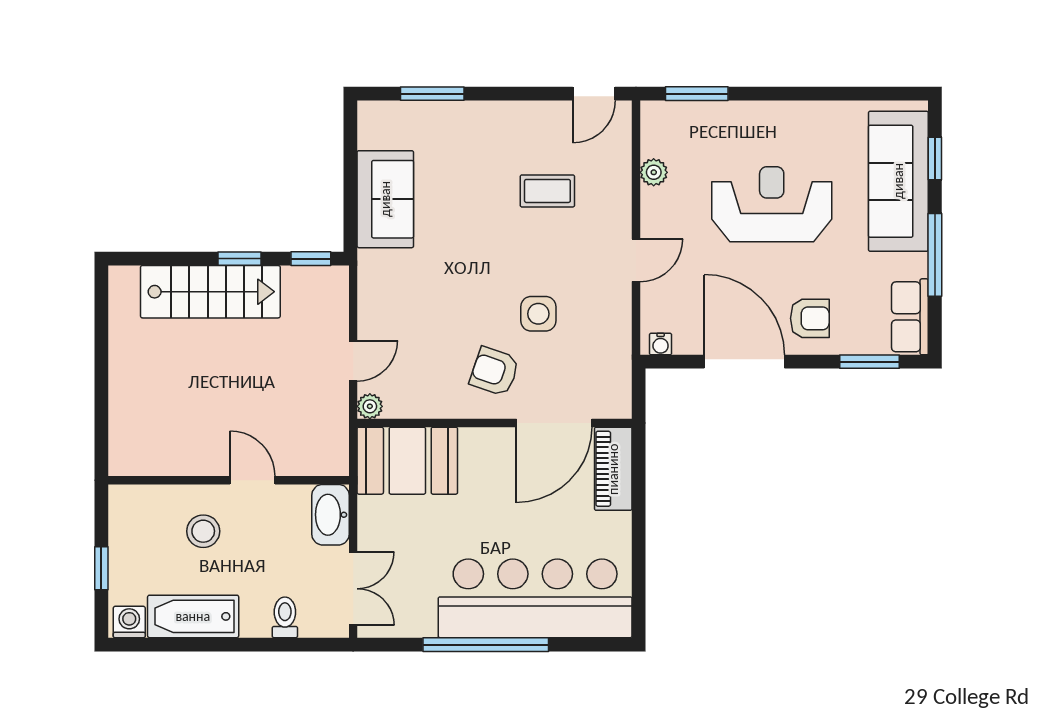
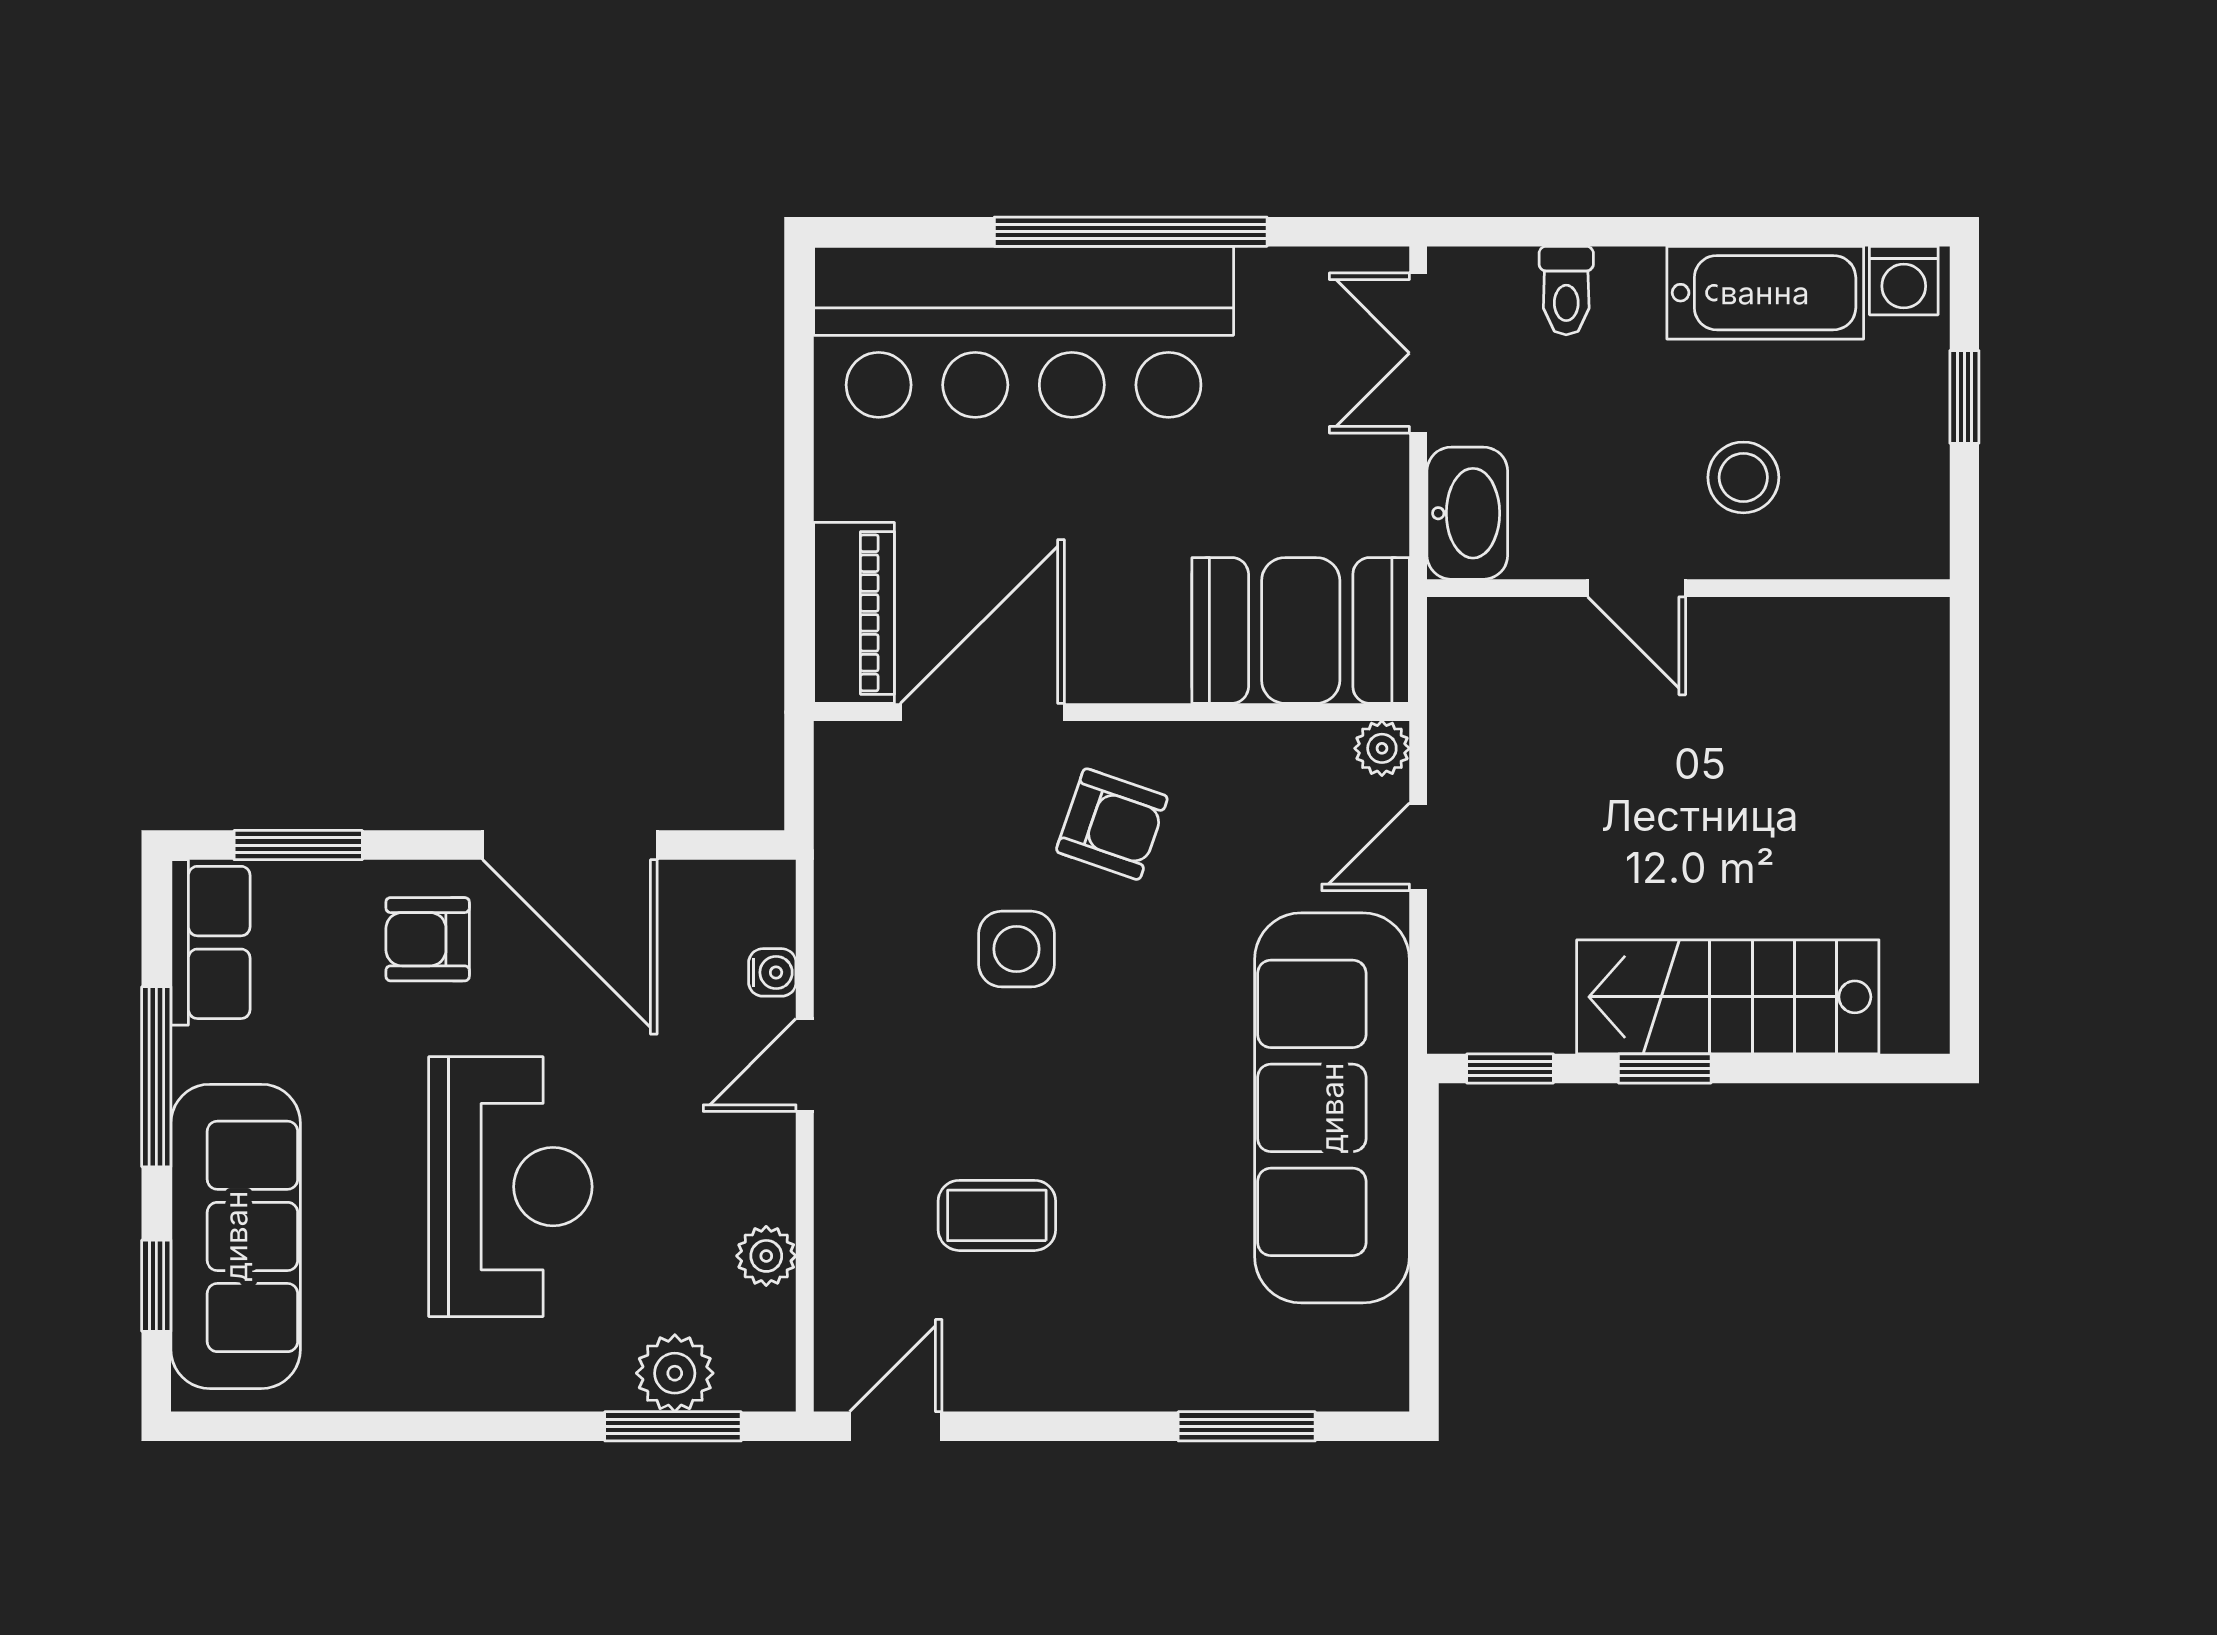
plant: (696, 118) -> (675, 1373), added
sofa: (385, 199) -> (1332, 1108), width x1.85, depth x1.27
reception desk: (772, 204) -> (510, 1187), turned -90
water cooler: (661, 344) -> (772, 972), moved, turned 90

